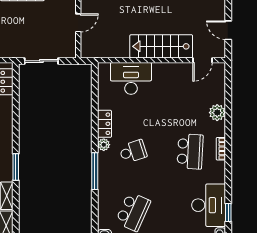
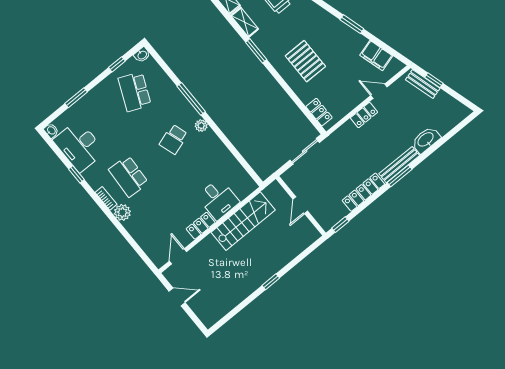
stairs: (161, 46) -> (243, 221), moved
desk: (131, 78) -> (218, 199), width x0.73
plant: (217, 113) -> (122, 212), moved
locker: (104, 124) -> (201, 226), moved, turned 90
window: (228, 212) -> (76, 174), moved

